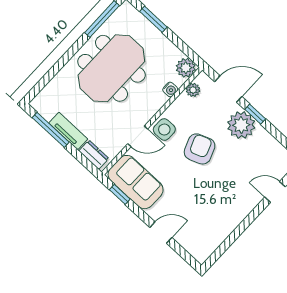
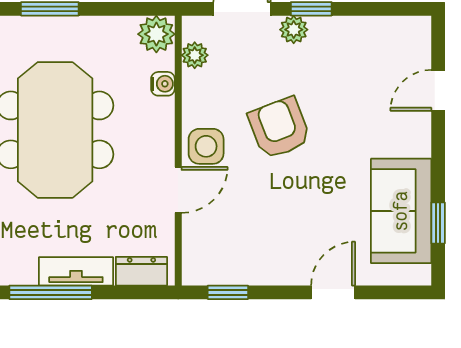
plant: (241, 125) -> (294, 30), width x0.53, depth x0.53
sofa: (136, 182) -> (401, 211), moved, turned -90
window: (227, 244) -> (438, 223), added

